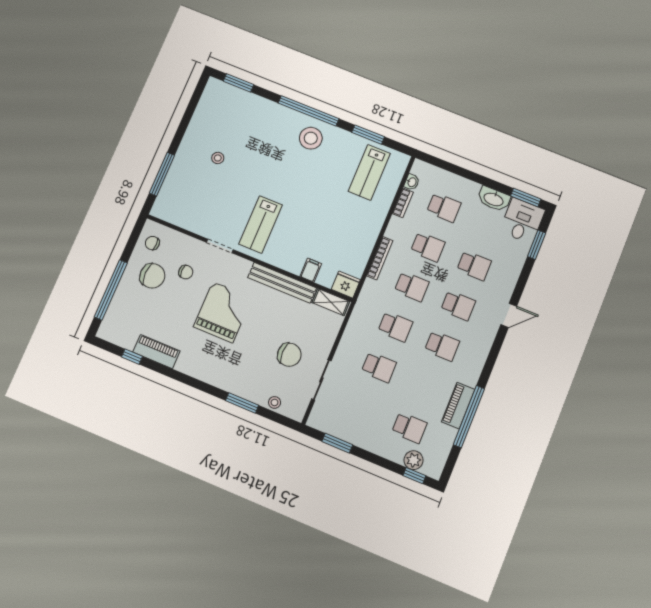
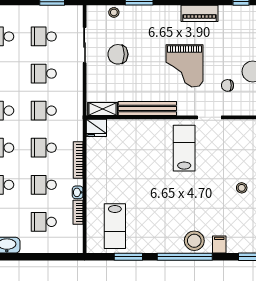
stool: (311, 138) -> (194, 241), moved
lab bench: (369, 172) -> (115, 226), turned 180
washbasin: (412, 182) -> (78, 192), moved
filing cabinet: (311, 270) -> (219, 244), moved, turned 180
piano: (156, 352) -> (200, 13), moved
school desk: (362, 408) -> (44, 36), added

